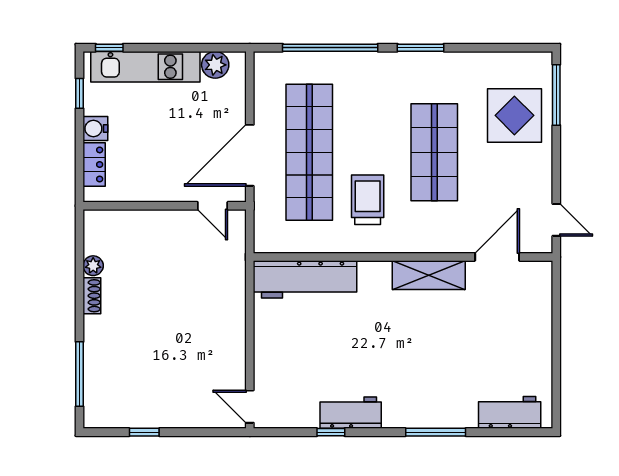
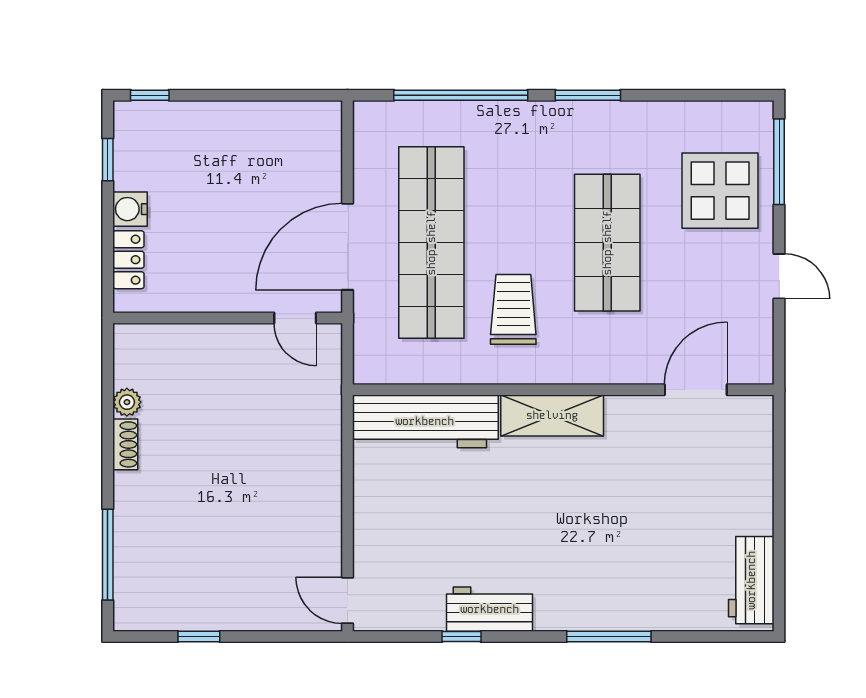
plant: (215, 65) -> (299, 119), removed
kitchen unit: (145, 67) -> (200, 122), removed
door: (556, 220) -> (779, 276), moved
shelving: (429, 275) -> (552, 415), moved
workbench: (510, 412) -> (751, 580), moved, turned -90

